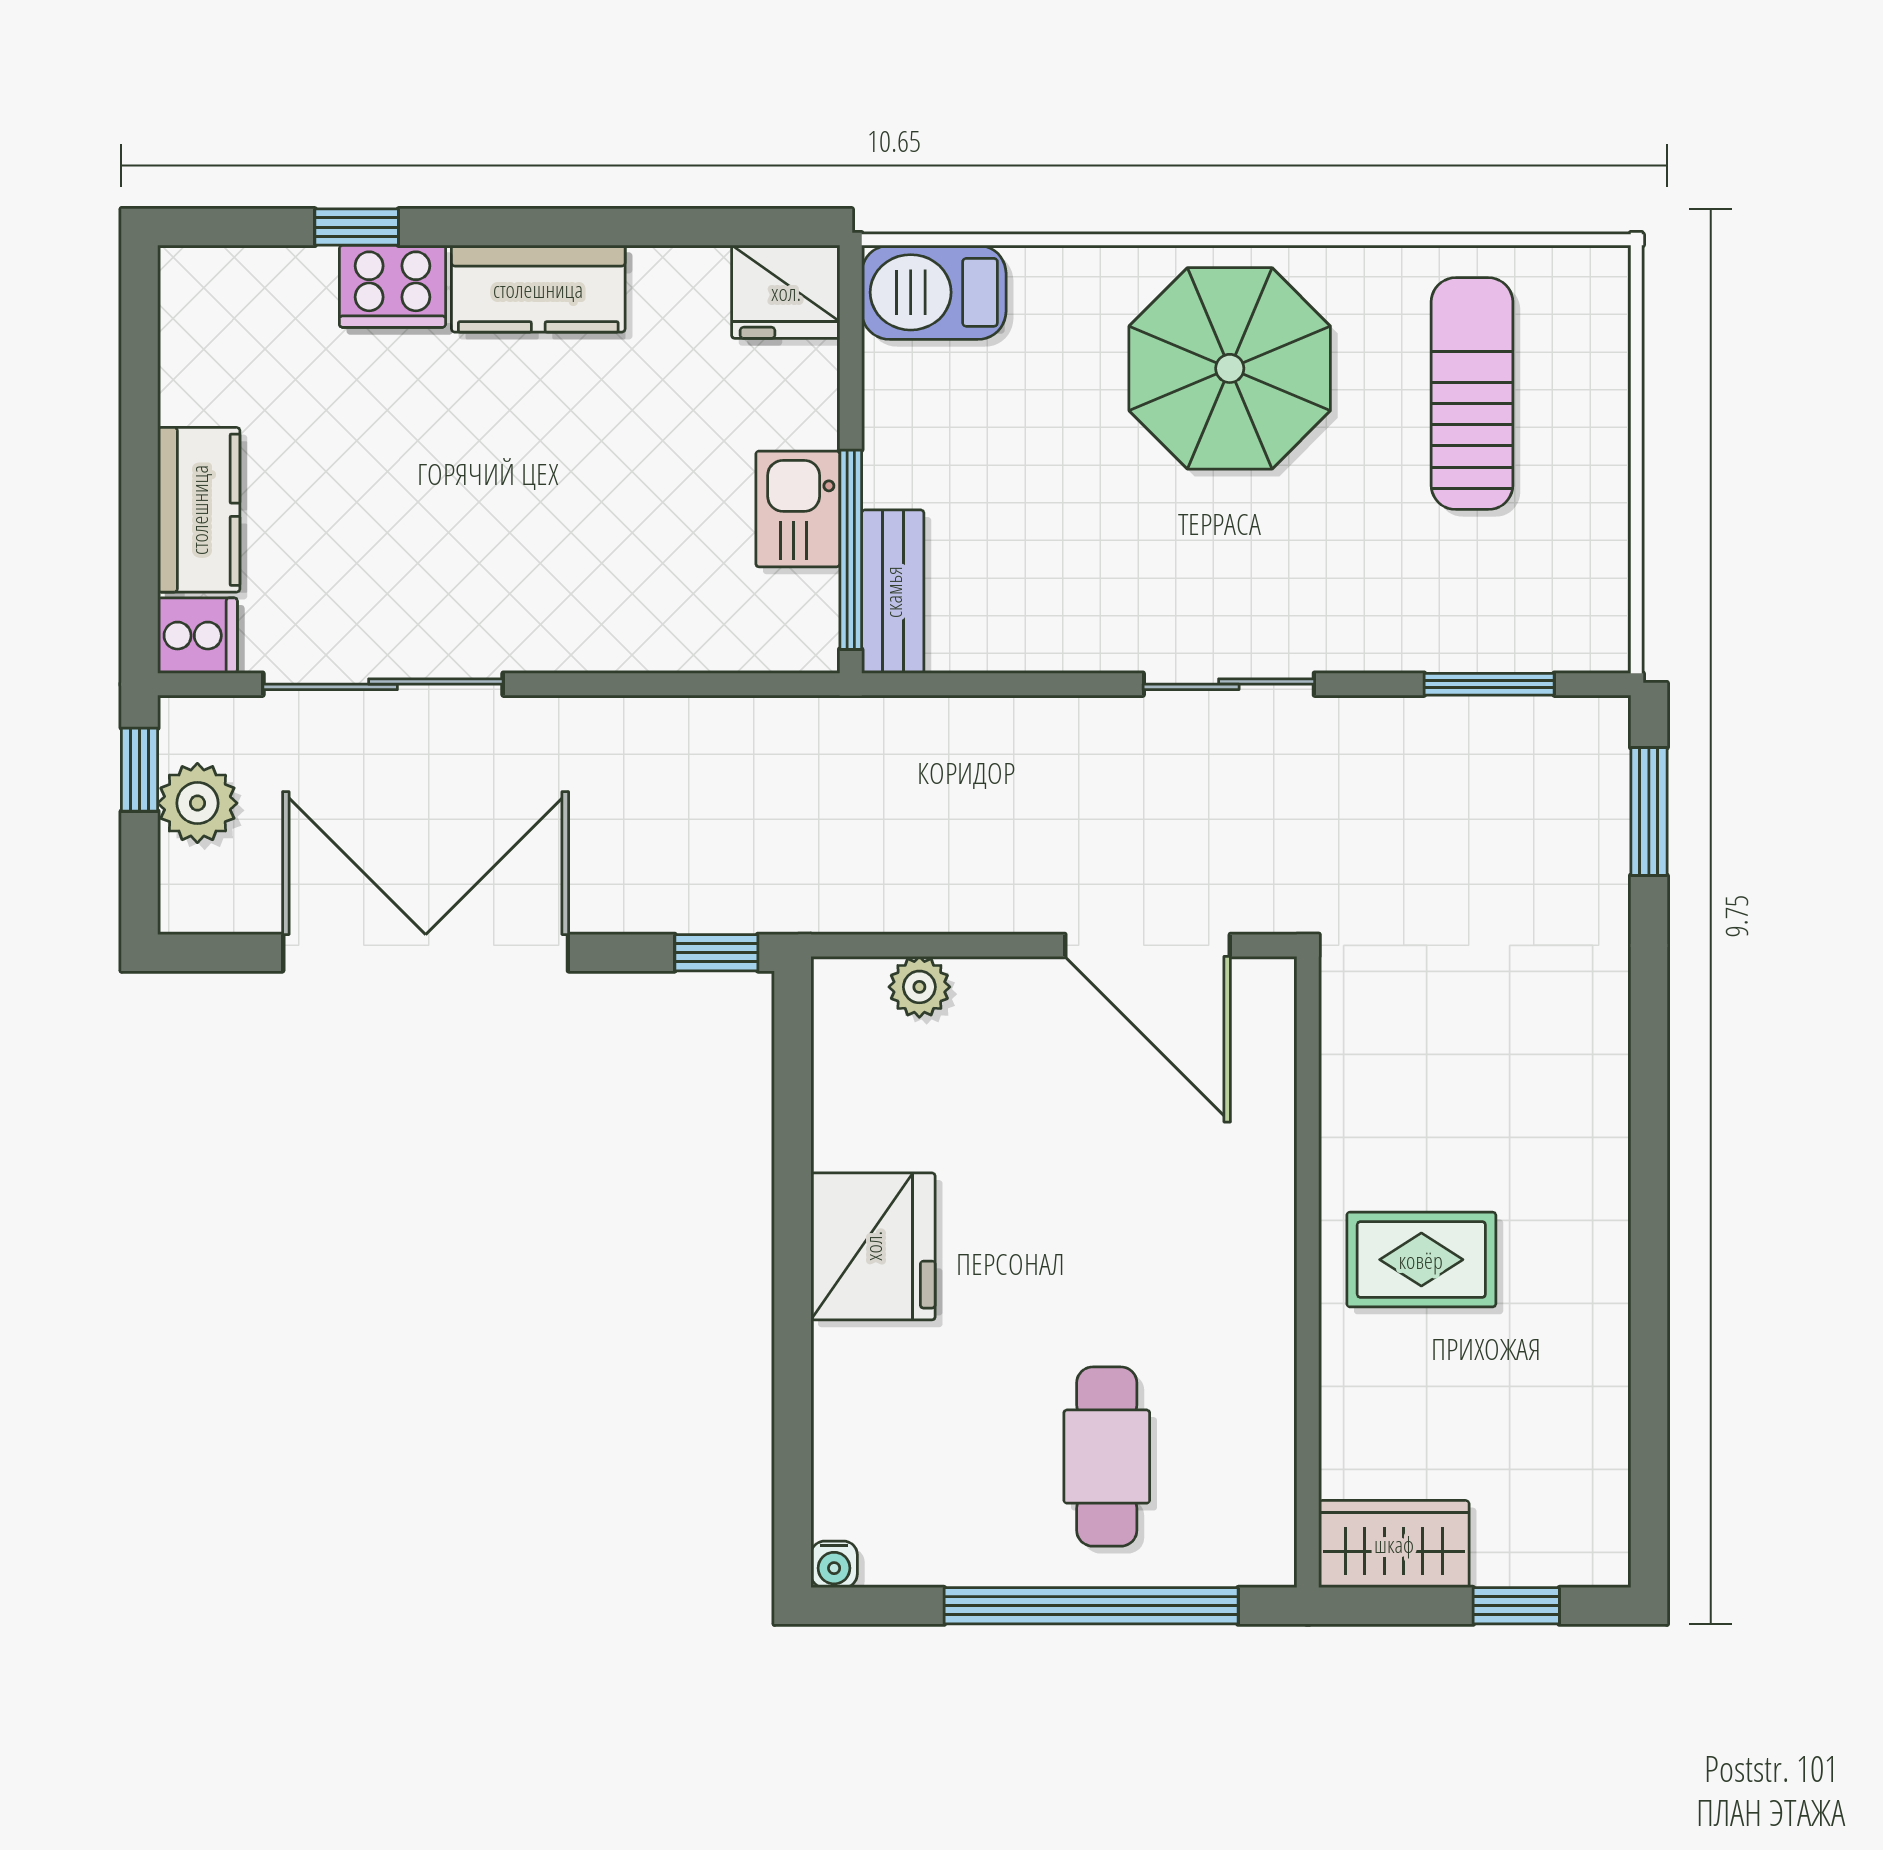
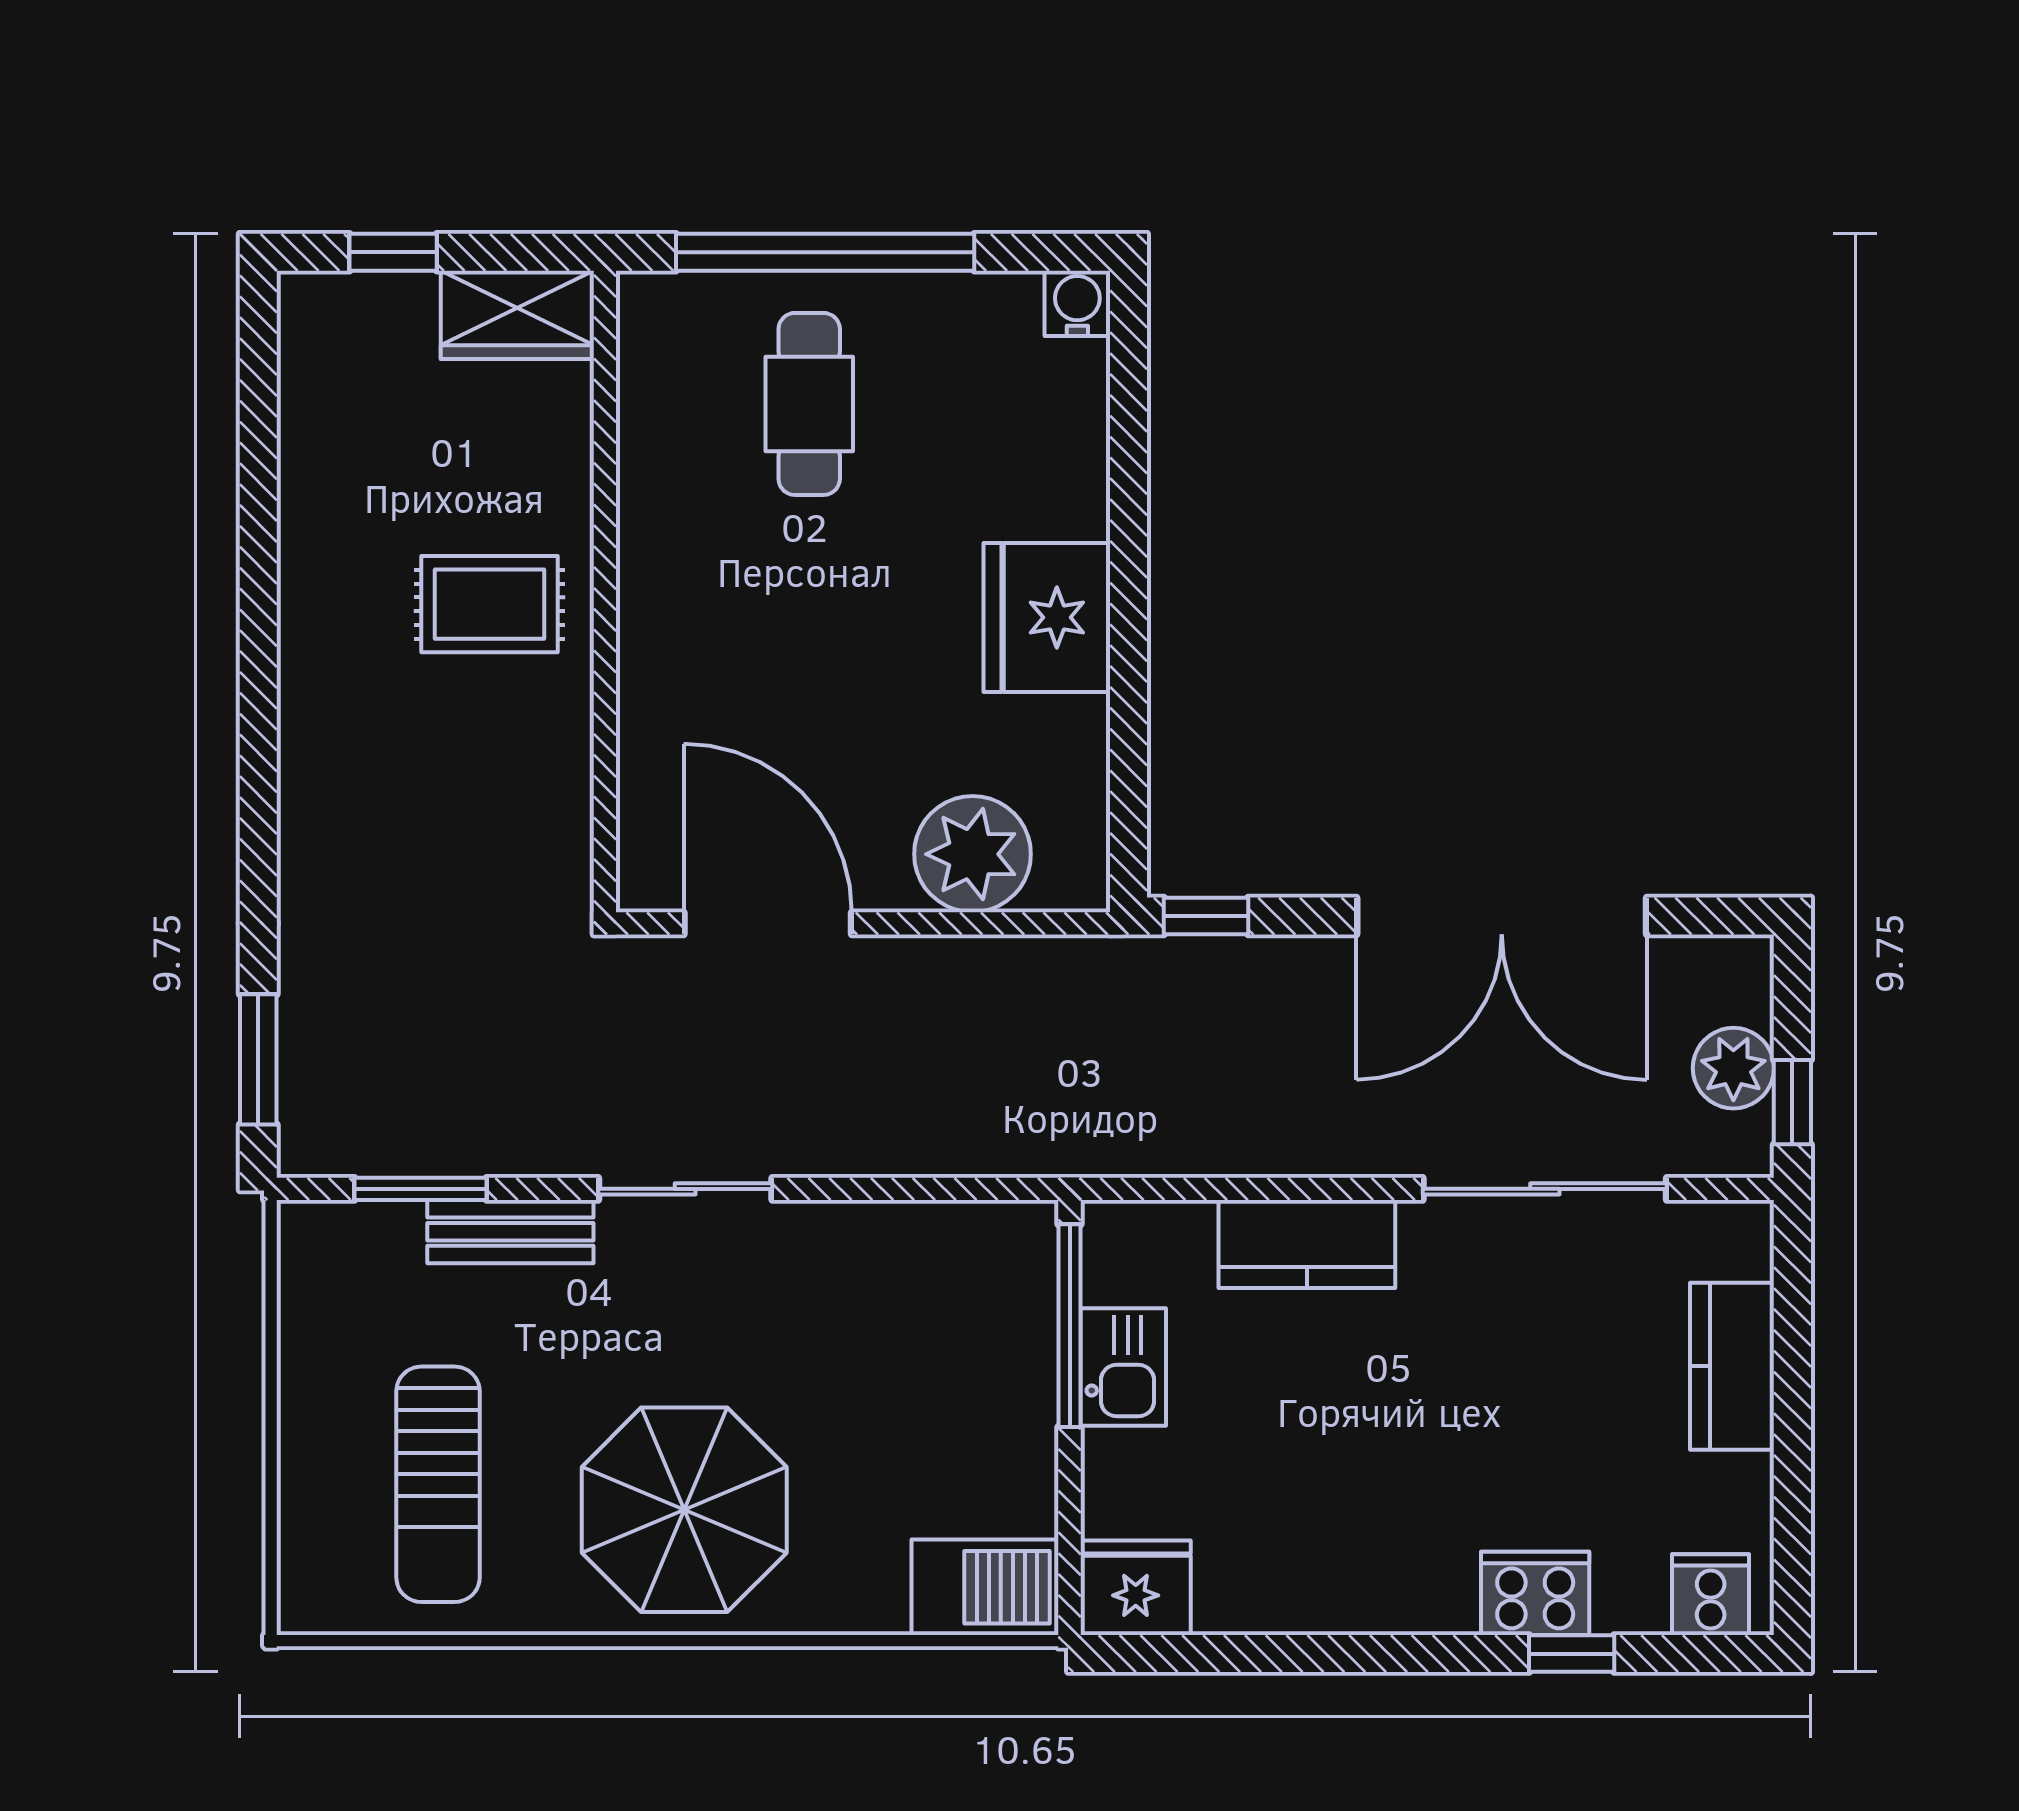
kitchen counter: (538, 289) -> (1307, 1244), moved, turned 180
bench: (893, 592) -> (510, 1232), moved, turned 90
cooker: (197, 636) -> (1711, 1595), moved, turned 90
plant: (919, 987) -> (973, 854), width x1.88, depth x1.88
water cooler: (834, 1564) -> (1077, 303), width x1.38, depth x1.38

